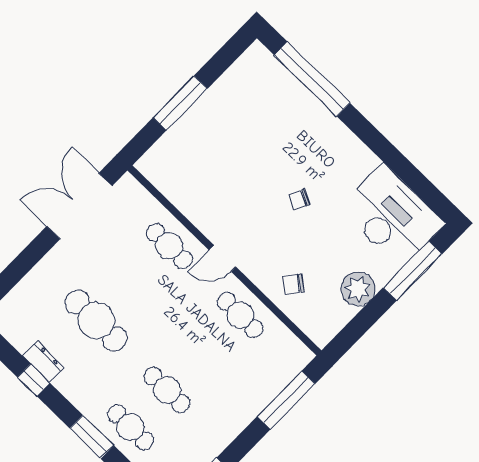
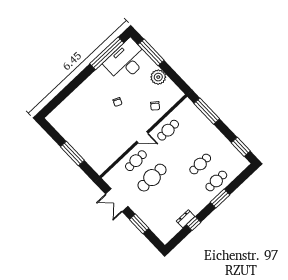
window: (312, 79) -> (107, 53), moved
double door: (79, 206) -> (117, 200), width x0.73
window: (28, 258) -> (139, 224), added
door: (222, 258) -> (142, 137), hinge flipped
cafe table: (96, 321) -> (152, 178), moved

